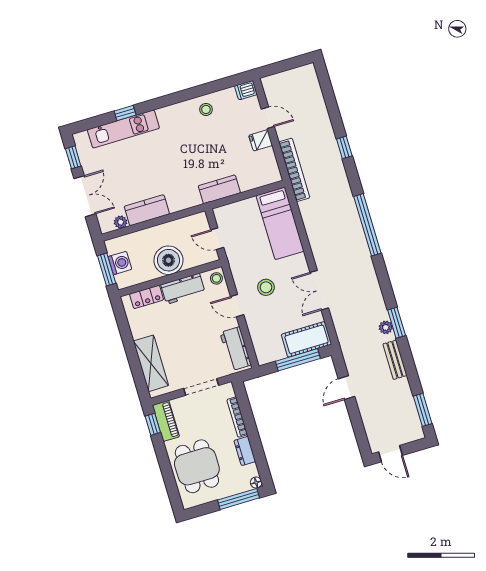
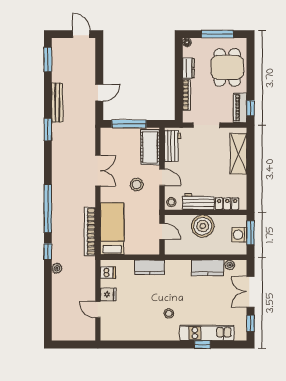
dishwasher: (246, 90) -> (108, 273), moved
stool: (206, 109) -> (169, 313), moved
window: (344, 147) -> (48, 252), moved
bookcase: (294, 170) -> (90, 232), moved
plant: (386, 327) -> (57, 268), moved
cot: (306, 339) -> (150, 147), moved, turned 90
bench: (395, 360) -> (57, 103), width x1.36
window: (239, 499) -> (217, 34), moved

